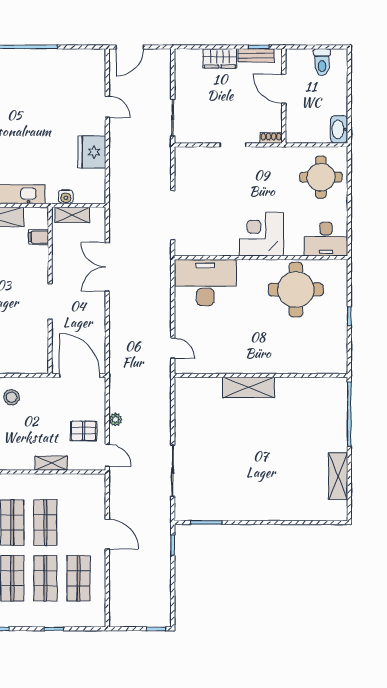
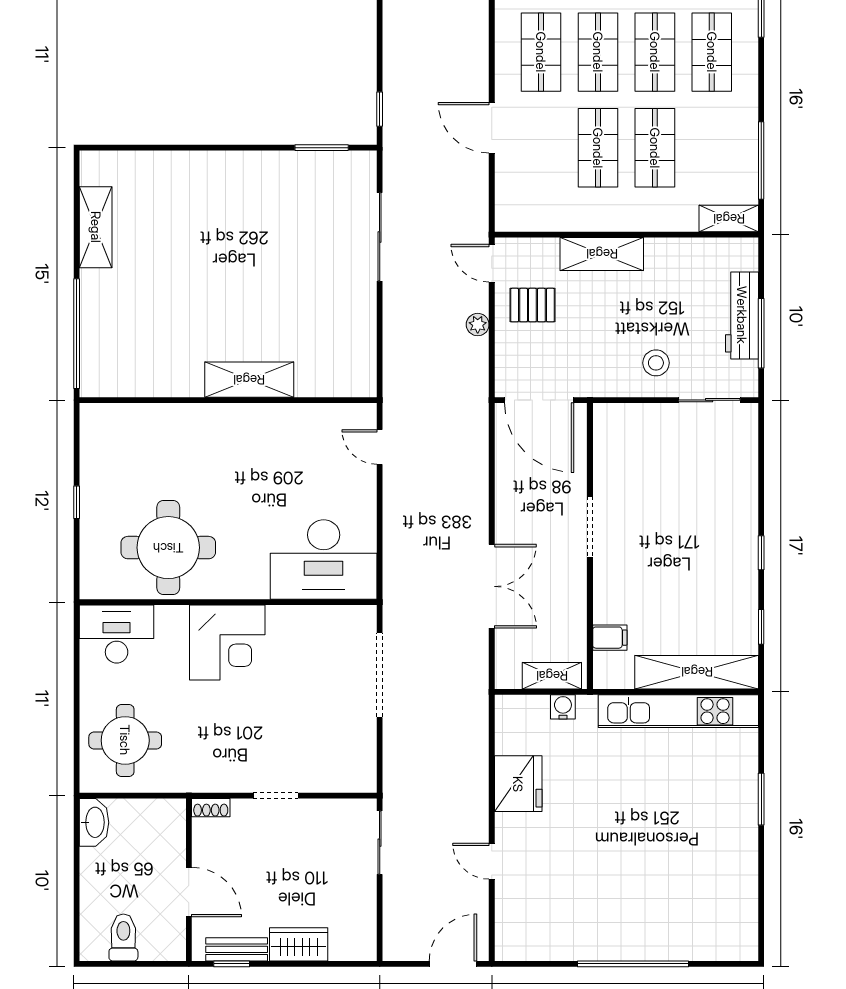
shelving: (51, 463) -> (602, 254), width x1.50, depth x1.33

